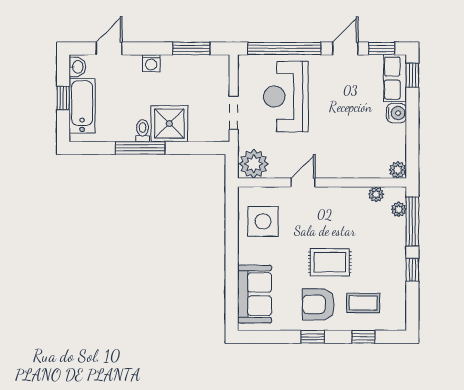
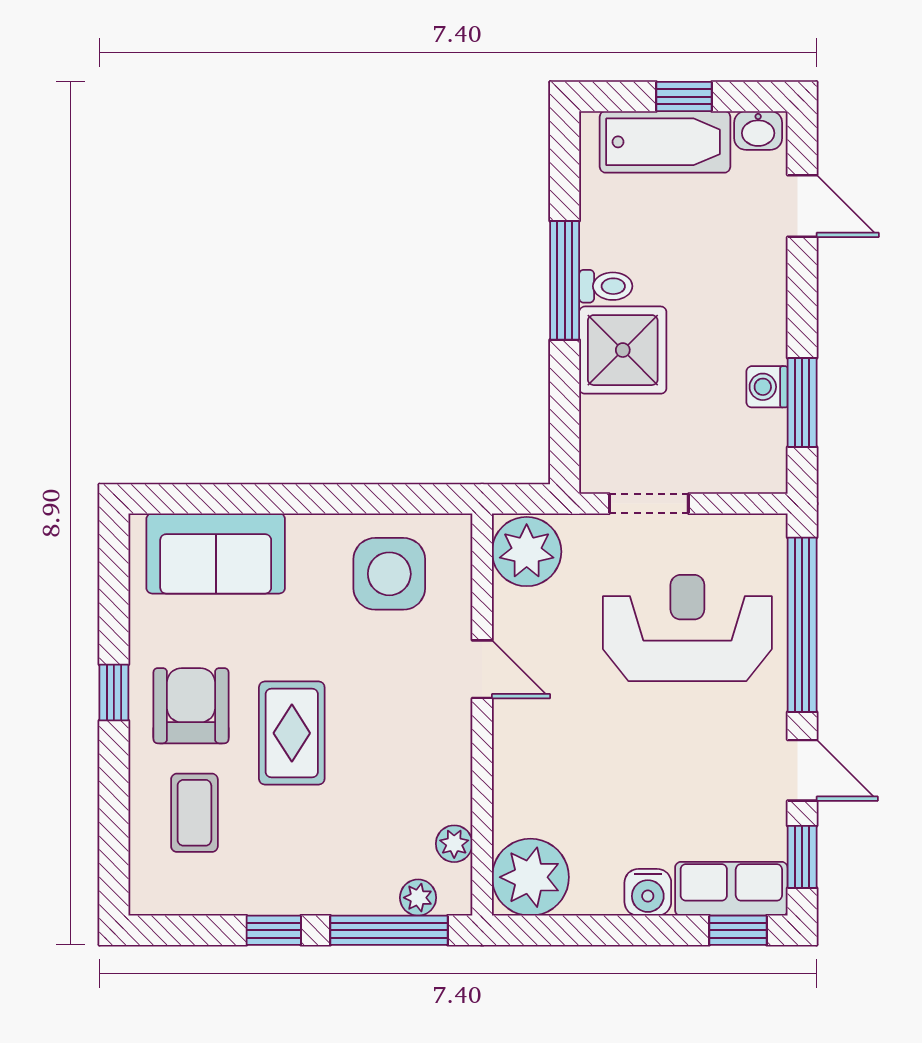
washing machine: (151, 63) -> (767, 387), moved
plant: (398, 170) -> (530, 877), width x1.88, depth x1.88
window: (363, 337) -> (114, 813), removed

